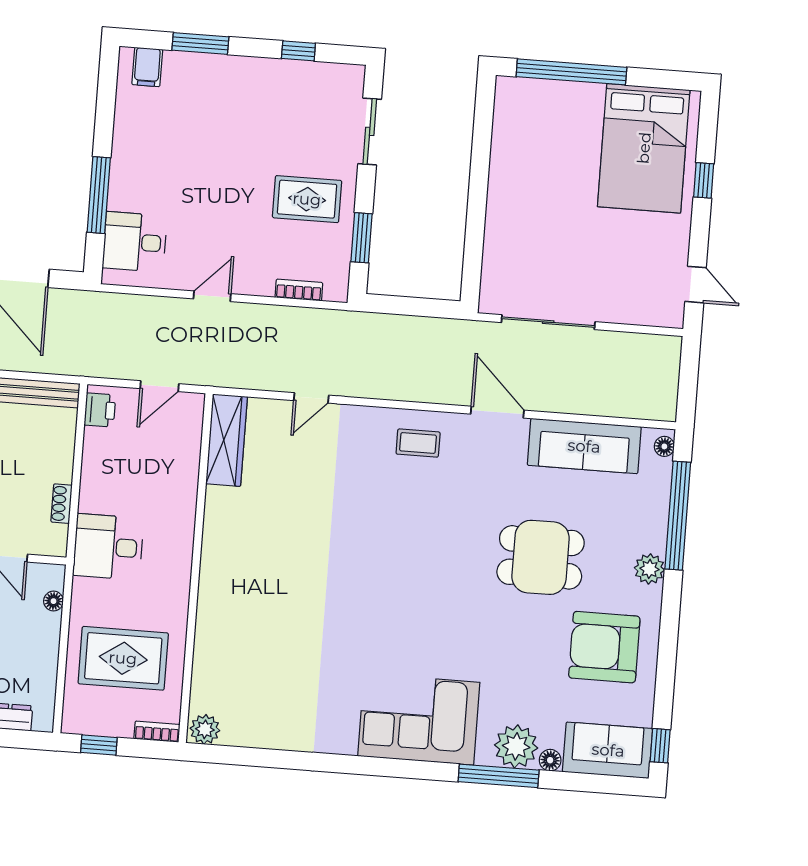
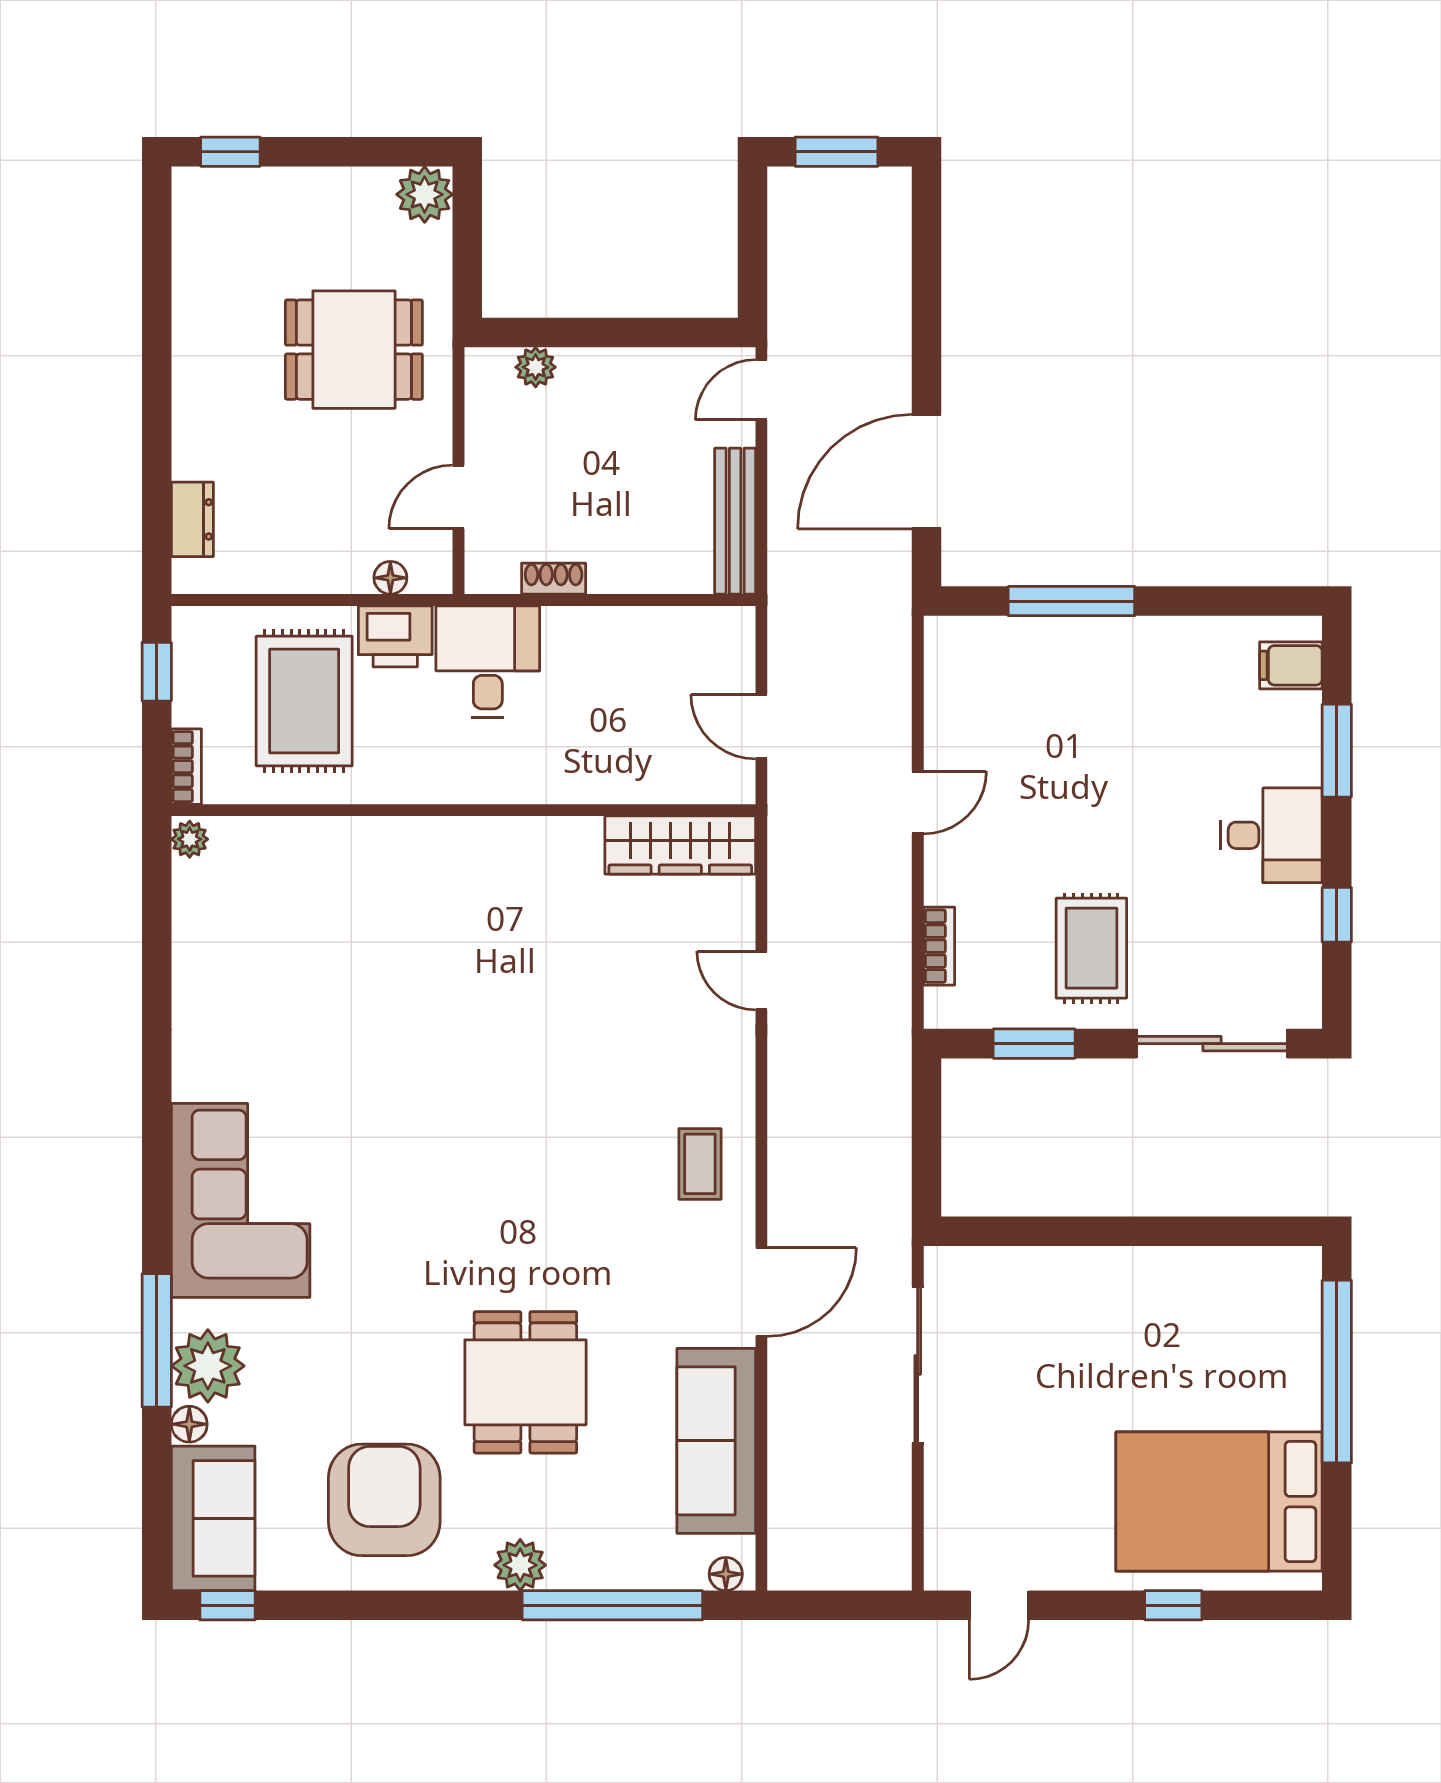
sliding door: (370, 131) -> (1212, 1044), width x1.37
desk: (135, 242) -> (1271, 835), moved, turned 90
door: (212, 296) -> (918, 802), hinge flipped
printer: (100, 410) -> (395, 636), moved, width x1.36, depth x1.24
plant: (205, 729) -> (190, 839), width x0.73, depth x0.73

